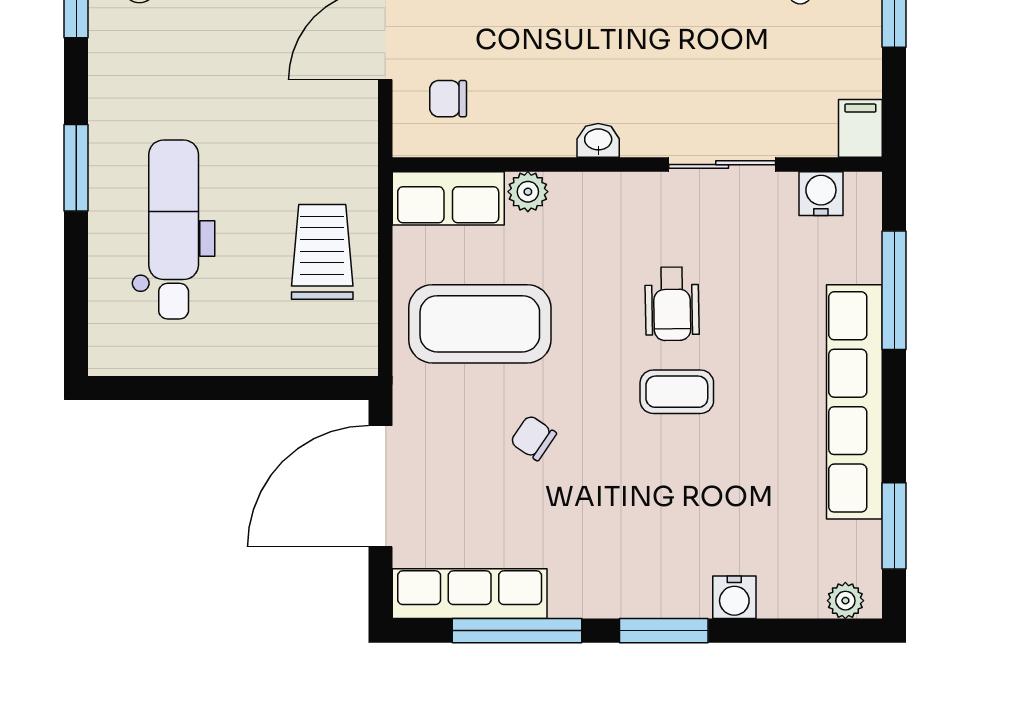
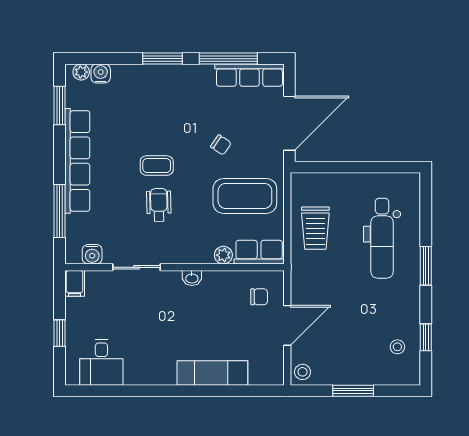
water cooler: (734, 597) -> (101, 74), moved

